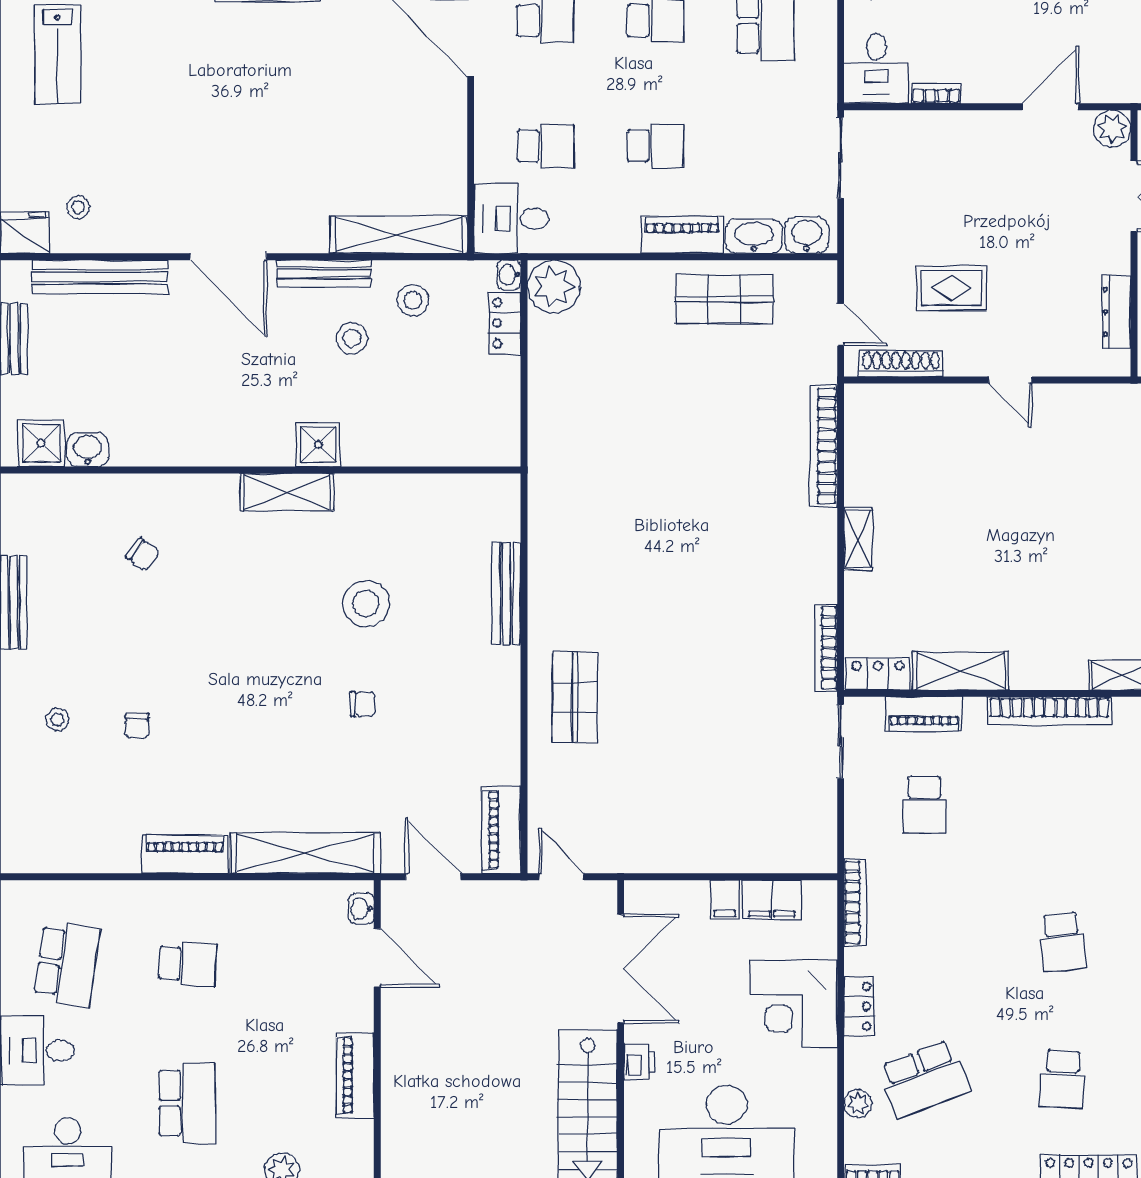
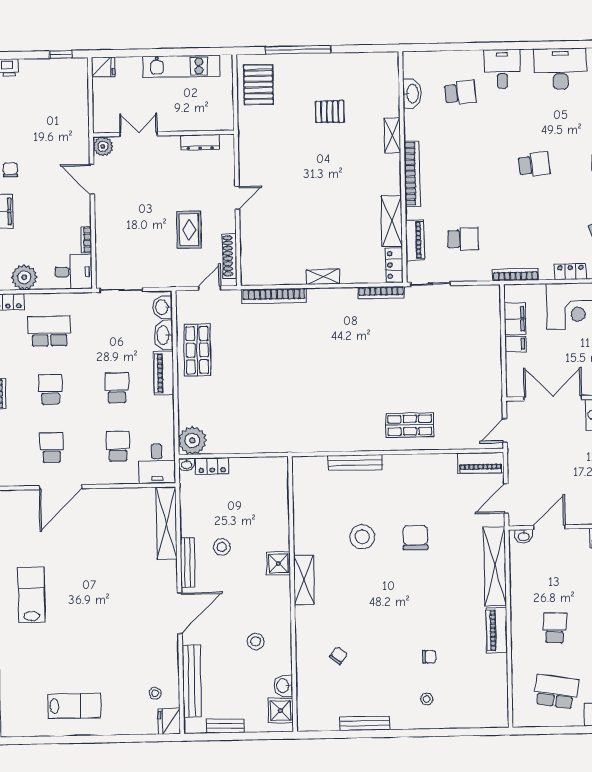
stool: (413, 300) -> (256, 641), moved
chair: (363, 704) -> (415, 537), width x1.87, depth x1.87

